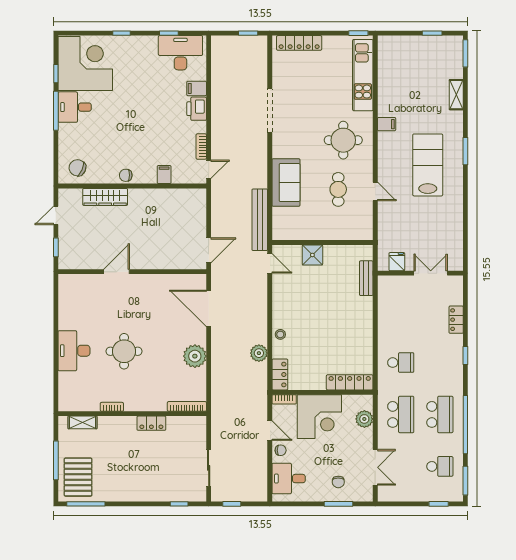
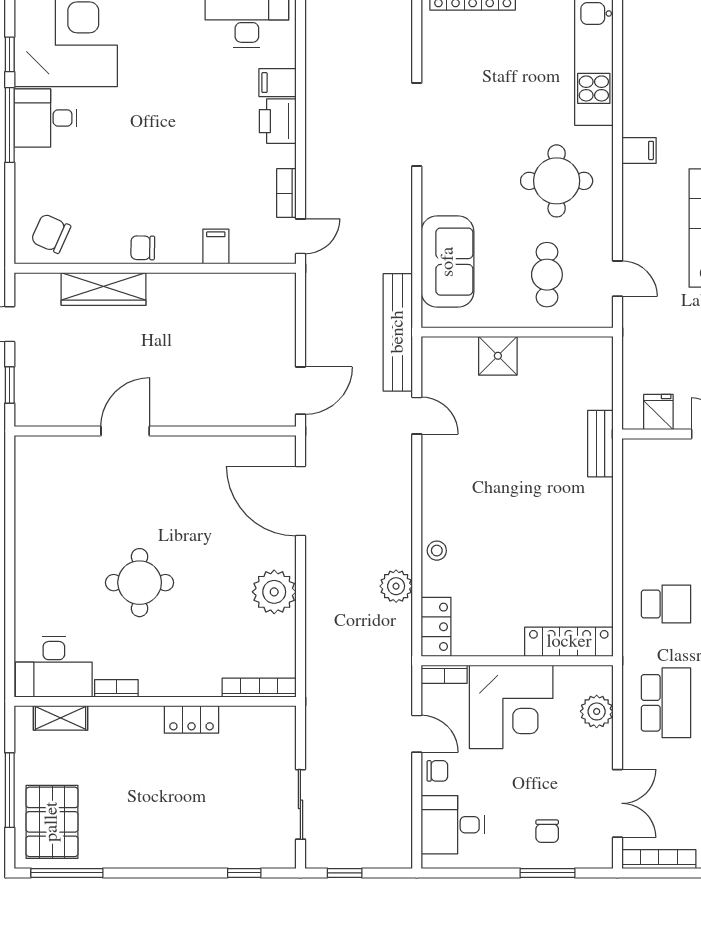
wall: (322, 243) -> (517, 332), moved
shower: (312, 255) -> (498, 356), moved
desk: (74, 351) -> (54, 667), moved, turned -90
bookcase: (397, 497) -> (659, 859), added

